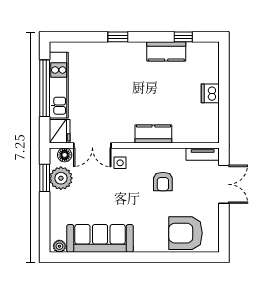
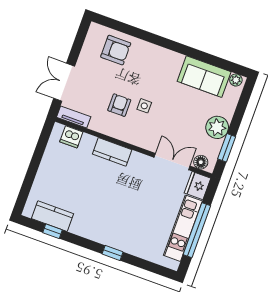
kitchen counter: (166, 51) -> (52, 216), moved
dishwasher: (210, 93) -> (71, 137), moved, turned 90
side table: (120, 163) -> (144, 106), moved
plant: (61, 178) -> (217, 127), moved
armchair: (185, 233) -> (116, 50), width x0.73, depth x0.73
sofa: (100, 238) -> (204, 77), width x0.73

